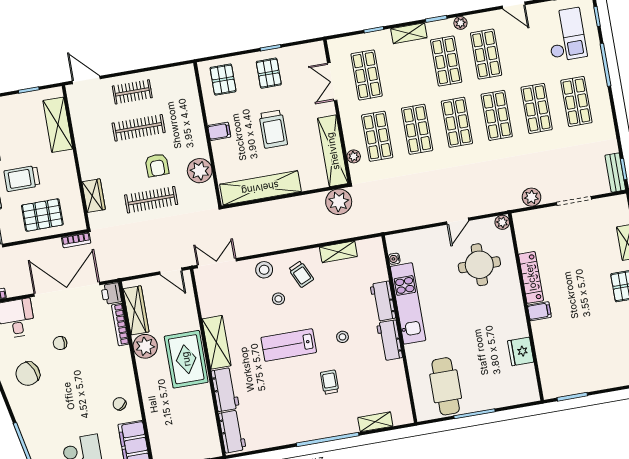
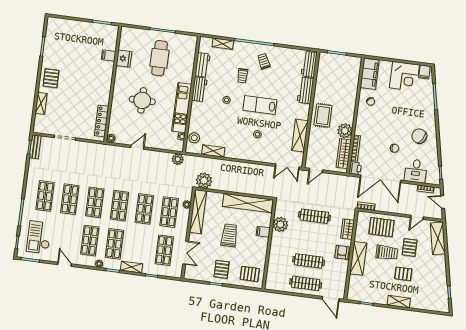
pallet: (223, 80) -> (250, 274), turned 90
clothes rail: (132, 92) -> (306, 283), width x1.36
shelving: (58, 125) -> (358, 258), moved
filing cabinet: (219, 131) -> (263, 232), moved
armchair: (157, 165) -> (342, 252), moved
plant: (531, 197) -> (178, 159), moved
round table: (479, 265) -> (142, 100), moved
stool: (264, 270) -> (194, 138), moved
door: (171, 271) -> (316, 170), swing flipped
trolley: (301, 274) -> (264, 61), moved
locker: (531, 277) -> (102, 121), moved
workbench: (383, 301) -> (202, 65), moved
filing cabinet: (539, 311) -> (109, 56), moved
shelving: (216, 342) -> (300, 136), moved
lab bench: (289, 345) -> (260, 105), turned 180
rug: (186, 359) -> (323, 115), width x0.73, depth x0.70
chair: (28, 374) -> (419, 136), turned -128
cafe table: (446, 386) -> (159, 58), moved

